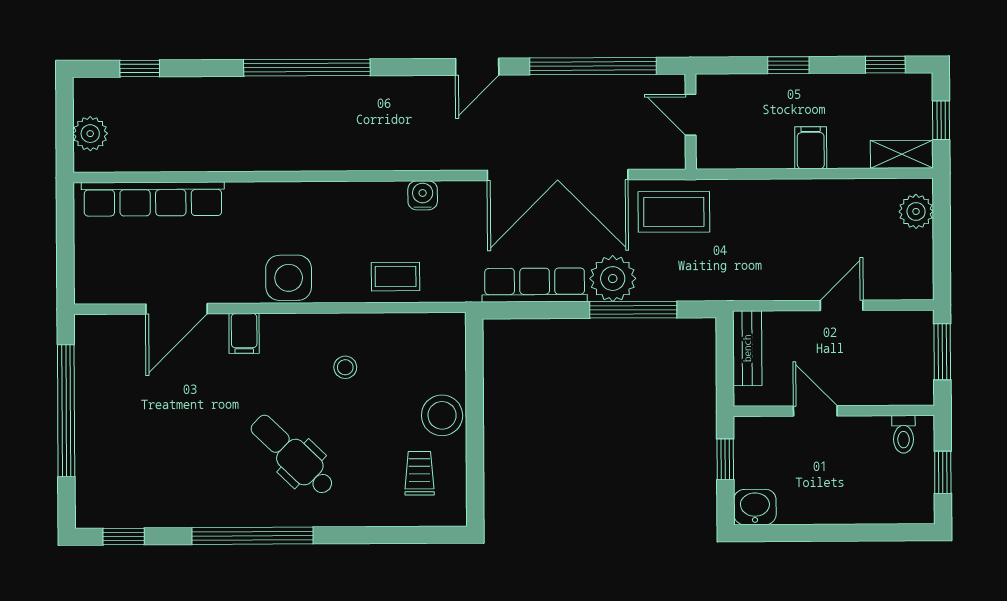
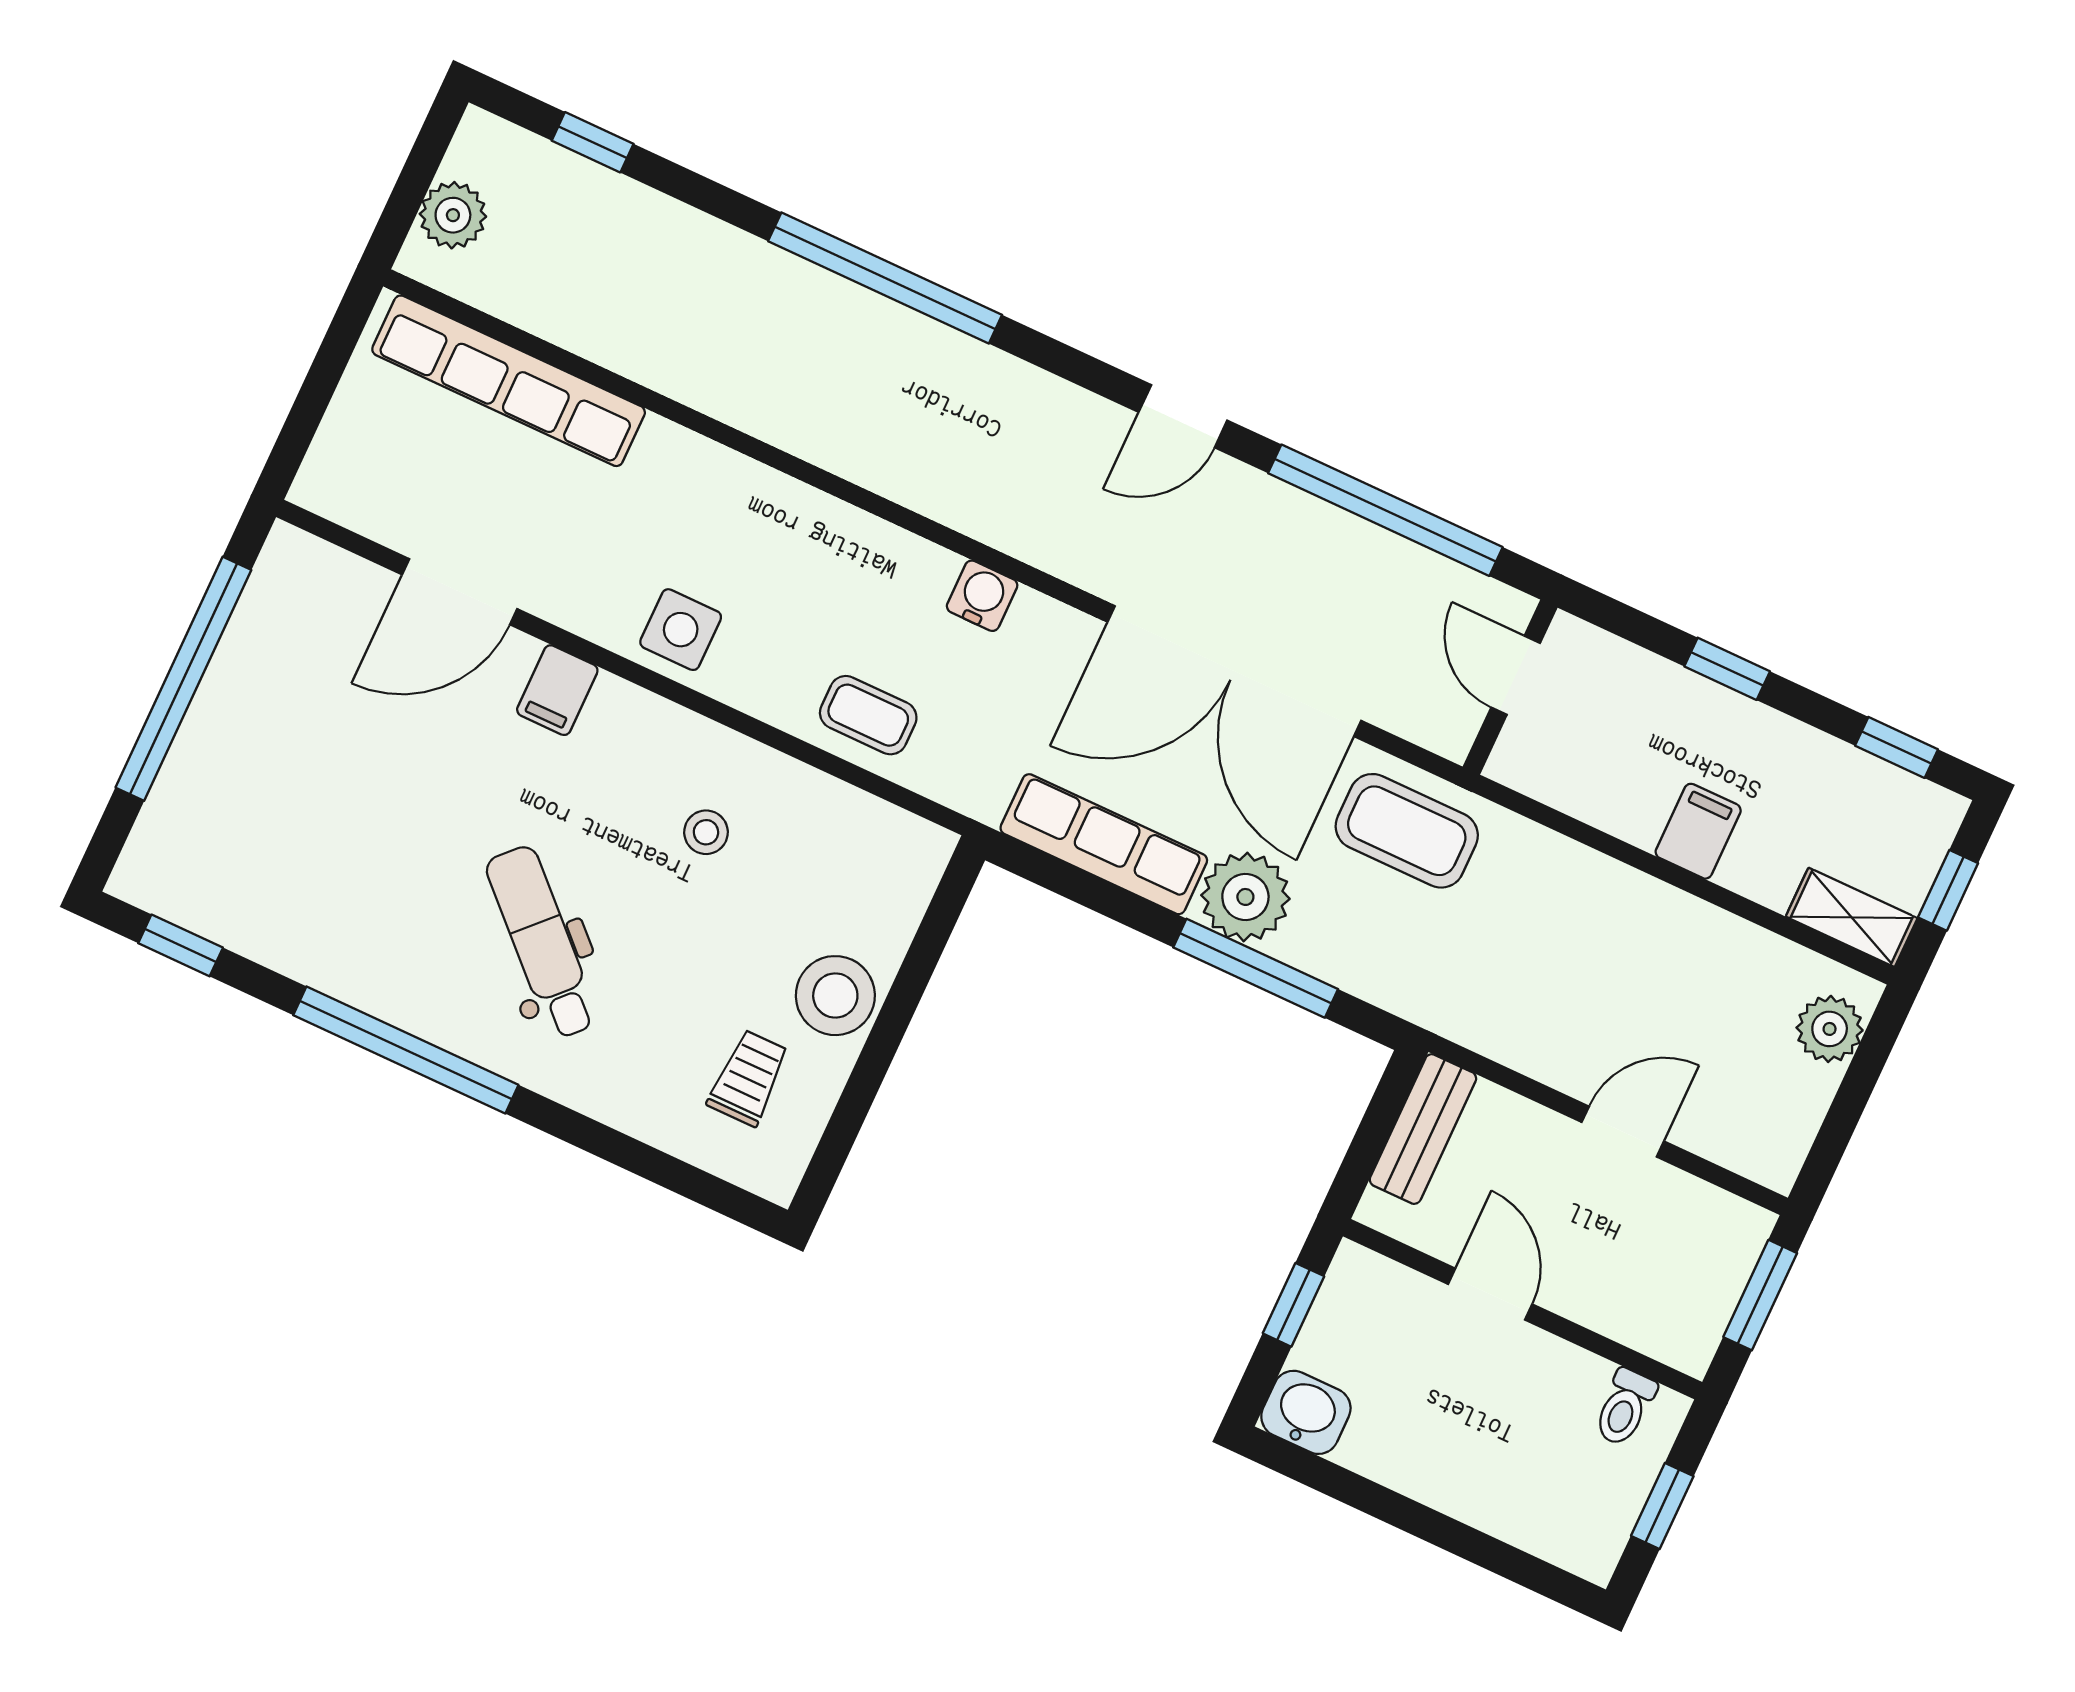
side table: (289, 278) -> (681, 630), width x0.73, depth x0.73

